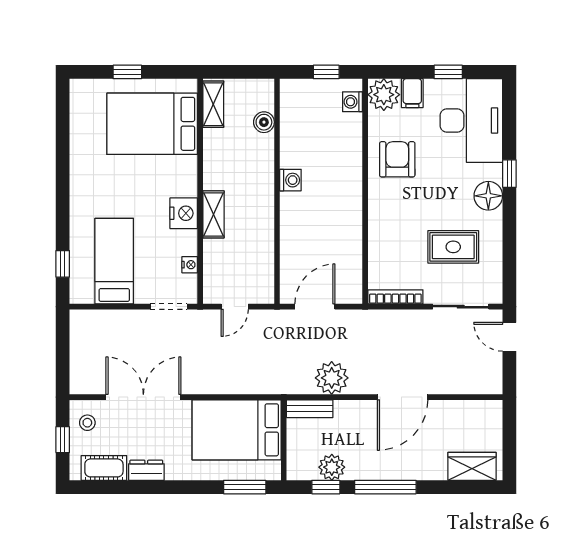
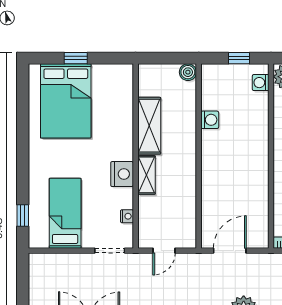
shelving: (213, 104) -> (149, 126), moved, width x1.50, depth x1.33
boiler: (264, 122) -> (188, 72), moved
bed: (152, 124) -> (66, 101), moved, turned -90
washing machine: (290, 180) -> (210, 120), moved

